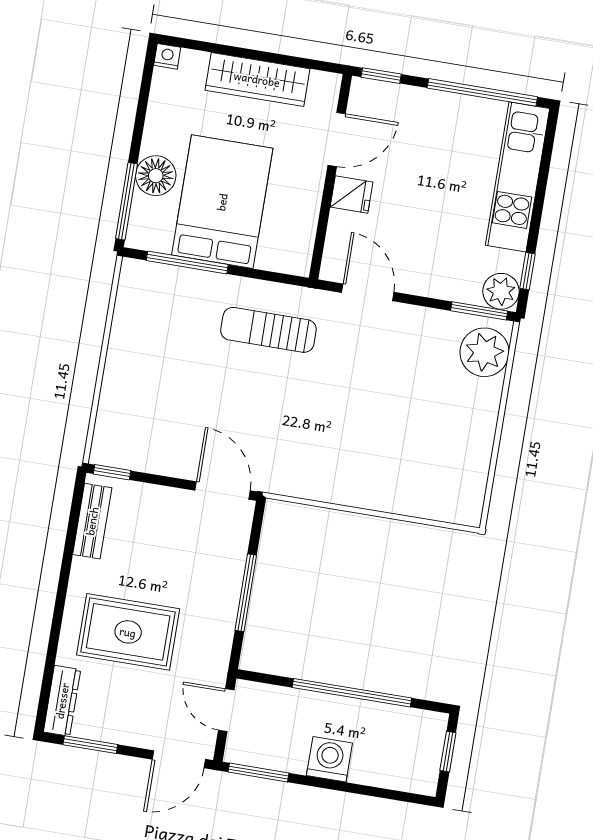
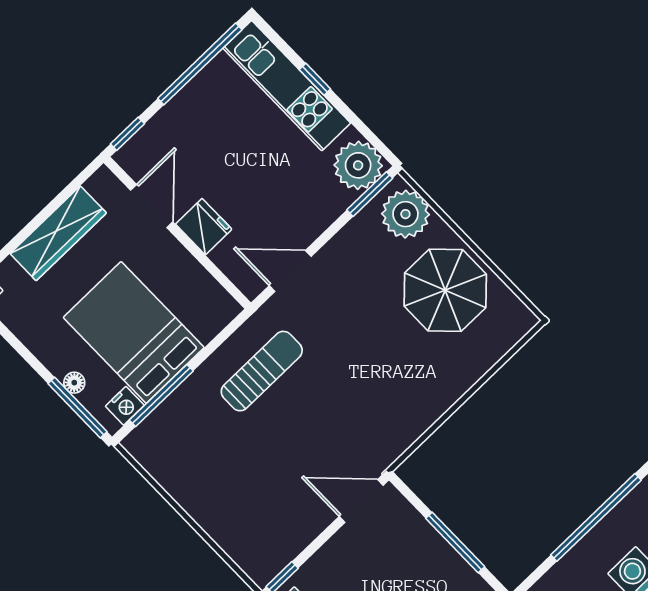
floor lamp: (156, 176) -> (74, 383), width x0.53, depth x0.53
fridge: (351, 194) -> (204, 227), width x1.38
nightstand: (157, 239) -> (125, 406), added
window: (527, 271) -> (315, 79), moved
plant: (501, 291) -> (358, 165), width x1.36, depth x1.36
sun lounger: (268, 330) -> (262, 371), turned 180
parasol: (446, 431) -> (445, 290), added

